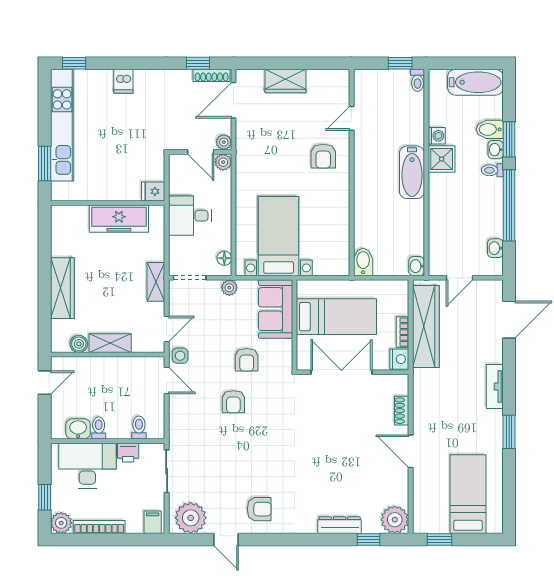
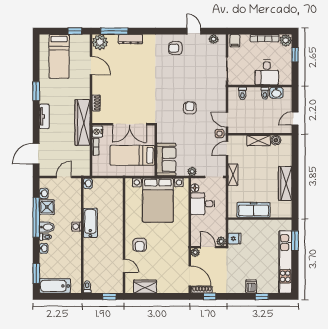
window: (74, 63) -> (262, 296), moved
window: (400, 63) -> (109, 296), moved
wardrobe: (285, 81) -> (145, 287), moved
door: (234, 100) -> (190, 276), hinge flipped
door: (352, 118) -> (124, 266), hinge flipped
bidet: (490, 129) -> (47, 227), moved
washing machine: (437, 136) -> (77, 227), moved
window: (509, 139) -> (36, 273), moved
armchair: (323, 156) -> (140, 245), turned 180
shower: (442, 159) -> (47, 207), moved
plant: (223, 162) -> (221, 241), moved
bathtub: (412, 172) -> (90, 223), moved
fridge: (153, 191) -> (234, 239), moved
desk: (190, 216) -> (203, 204), moved, turned 180
bed with nightstands: (279, 236) -> (158, 200), width x1.36
bidet: (363, 262) -> (118, 186), removed
wardrobe: (62, 288) -> (285, 183), moved
wardrobe: (426, 327) -> (83, 122), moved
armchair: (247, 360) -> (182, 131), removed
door: (411, 451) -> (91, 65), moved
printer: (128, 453) -> (248, 80), removed
desk: (87, 466) -> (267, 72), width x0.73
plant: (191, 518) -> (214, 39), width x0.53, depth x0.53
window: (369, 539) -> (114, 31), width x2.17

